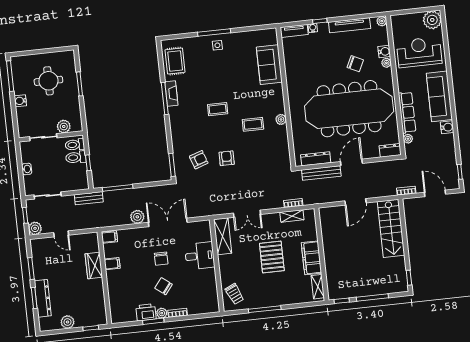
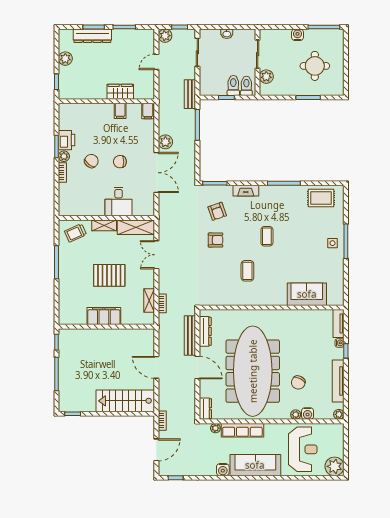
fireplace: (171, 93) -> (246, 191), moved
plant: (281, 119) -> (249, 300), removed
shelving: (318, 287) -> (104, 225), moved

